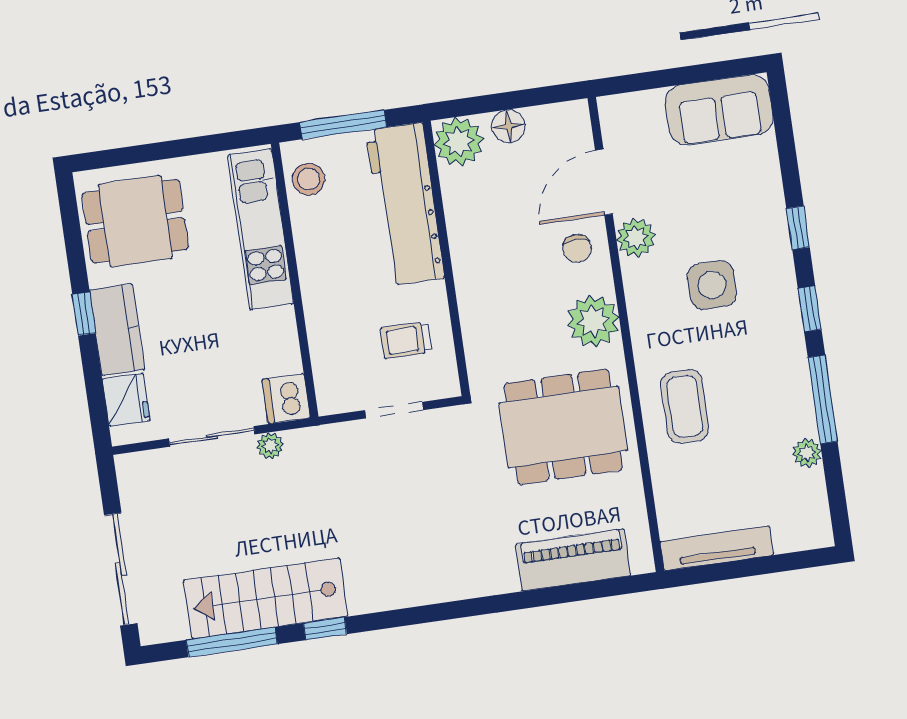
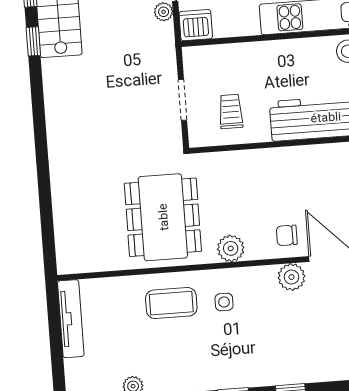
side table: (712, 285) -> (224, 302), moved, width x0.54, depth x0.54
plant: (593, 321) -> (231, 248), width x0.73, depth x0.73
piano: (573, 560) -> (69, 218), removed

